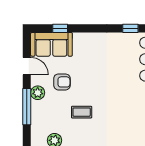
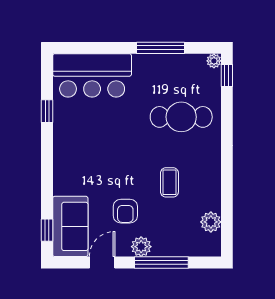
window: (60, 28) -> (47, 230), moved
armchair: (62, 82) -> (125, 211), turned 180
cafe table: (126, 120) -> (181, 117), added

